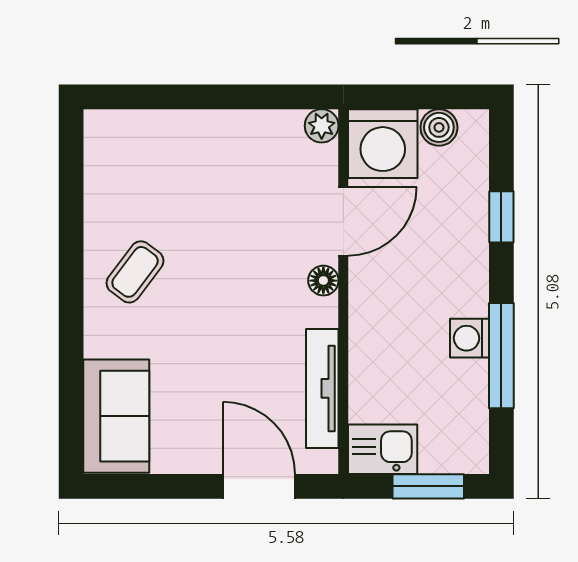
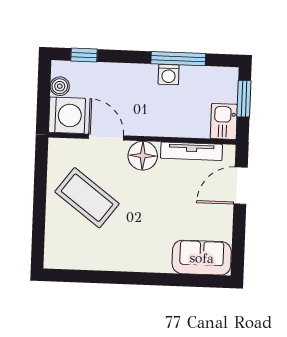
plant: (322, 126) -> (57, 146), removed
window: (501, 217) -> (84, 55), moved
coffee table: (135, 272) -> (87, 198), moved, width x1.86, depth x1.72
floor lamp: (323, 281) -> (143, 156), width x1.89, depth x1.89

